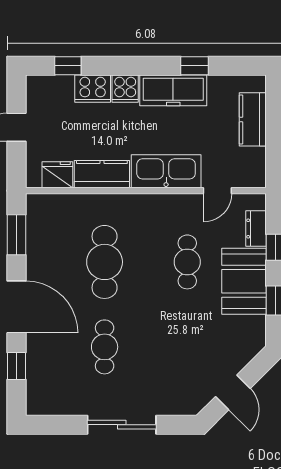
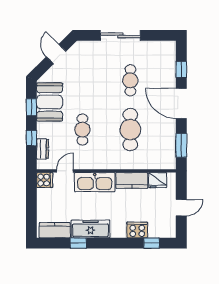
cooker: (125, 89) -> (45, 180), moved, turned 90
kitchen counter: (253, 119) -> (55, 230), moved, turned -90
booth: (244, 281) -> (50, 102), moved

